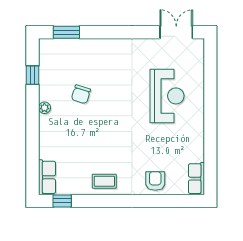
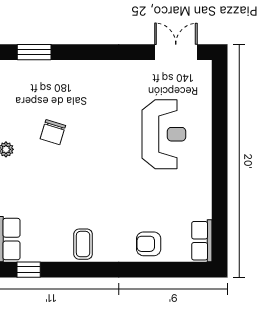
coffee table: (104, 181) -> (83, 244), turned 90
armchair: (155, 181) -> (149, 244), turned -90

